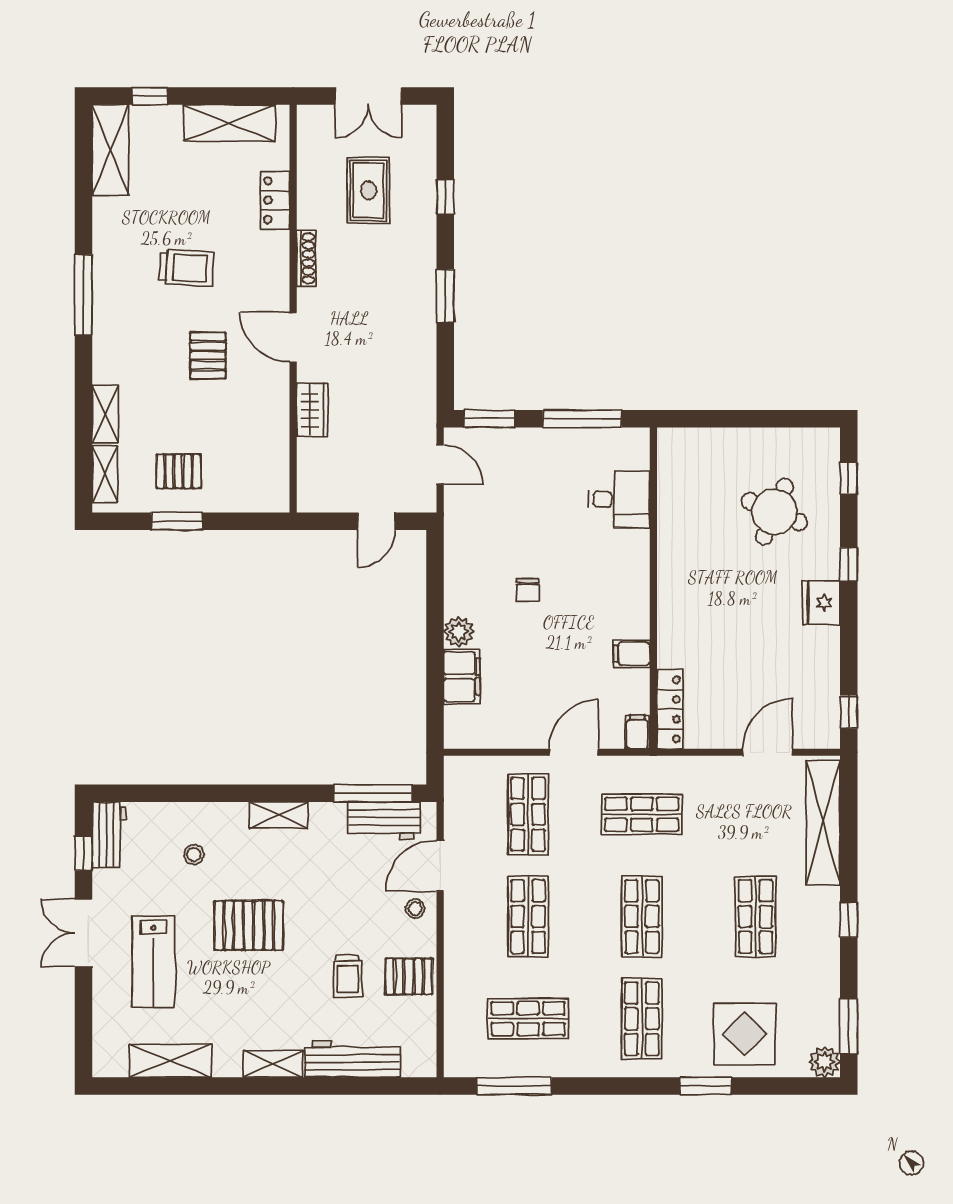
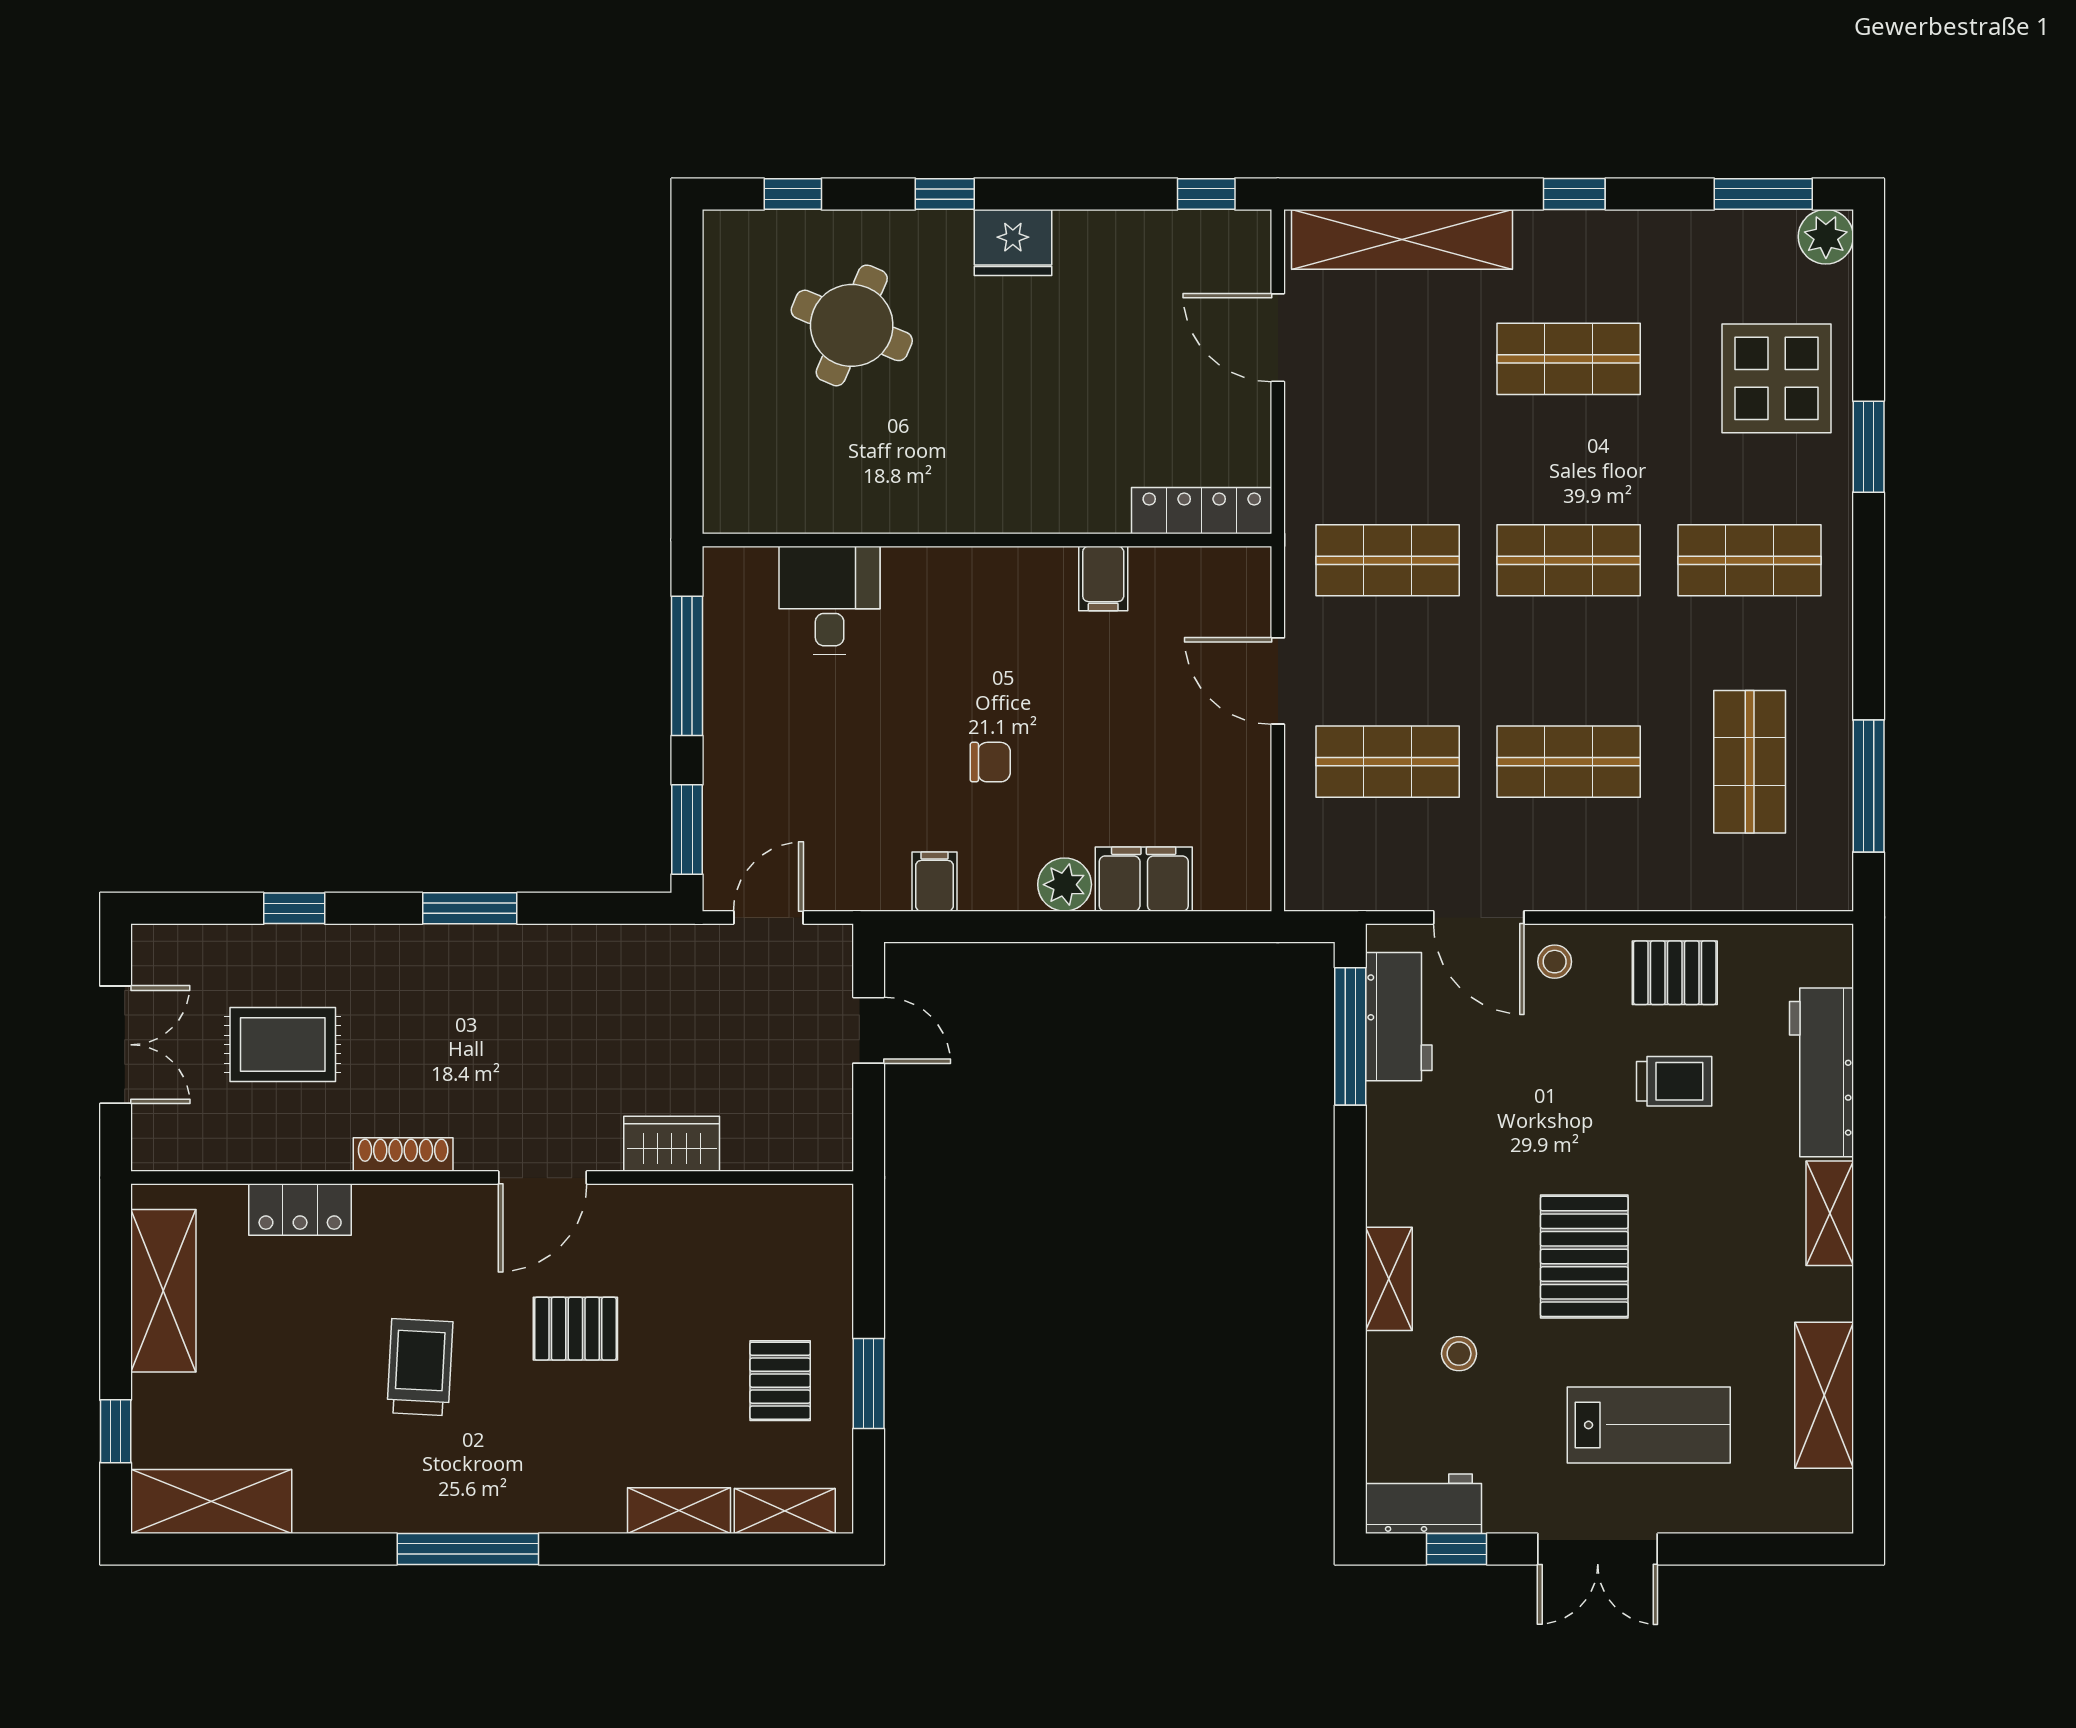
filing cabinet: (637, 732) -> (935, 882), moved, turned 90
shop shelf: (642, 814) -> (1388, 560), turned 90
shelving: (279, 815) -> (1389, 1279), moved
pallet: (409, 976) -> (1675, 973), turned 90

